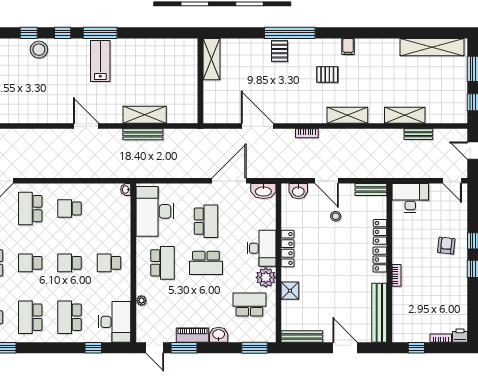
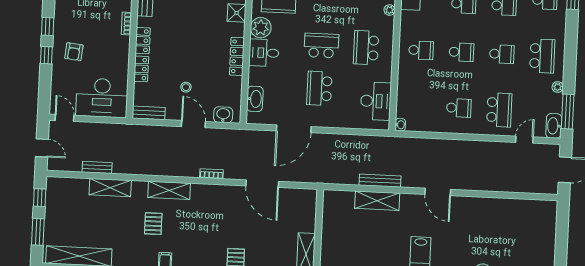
pallet: (327, 75) -> (153, 224), moved, turned 90
washbasin: (263, 191) -> (255, 99), moved, turned 90
desk: (410, 198) -> (102, 98), width x1.36, depth x1.30
desk: (155, 211) -> (376, 101), width x0.73, depth x0.77
desk: (262, 248) -> (264, 53), width x0.73

